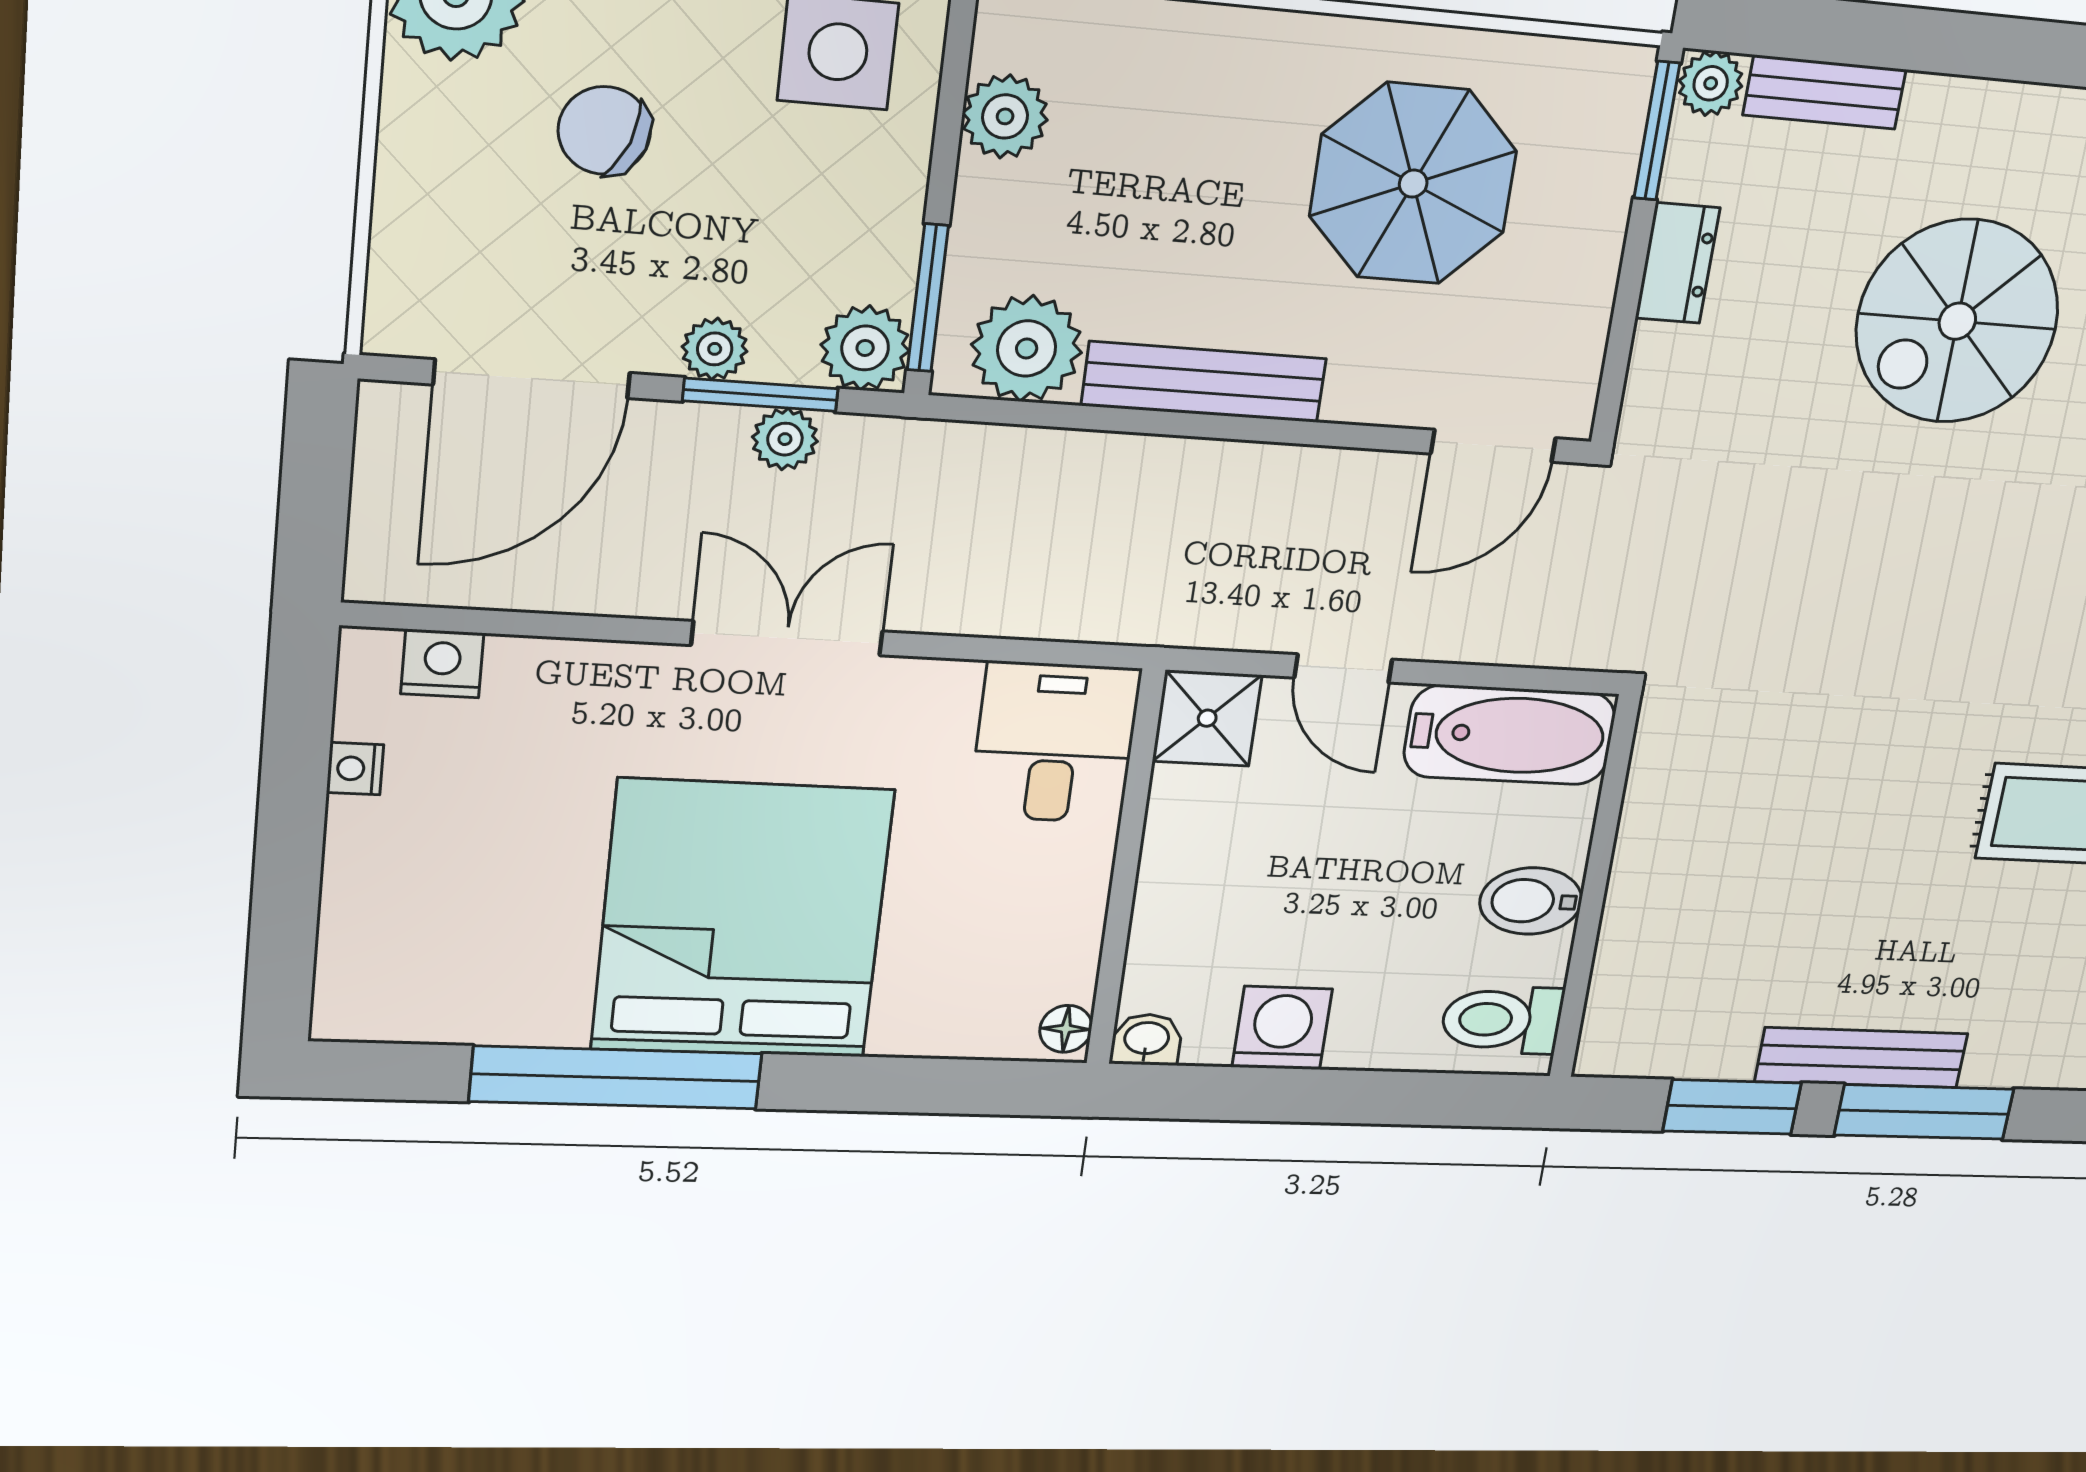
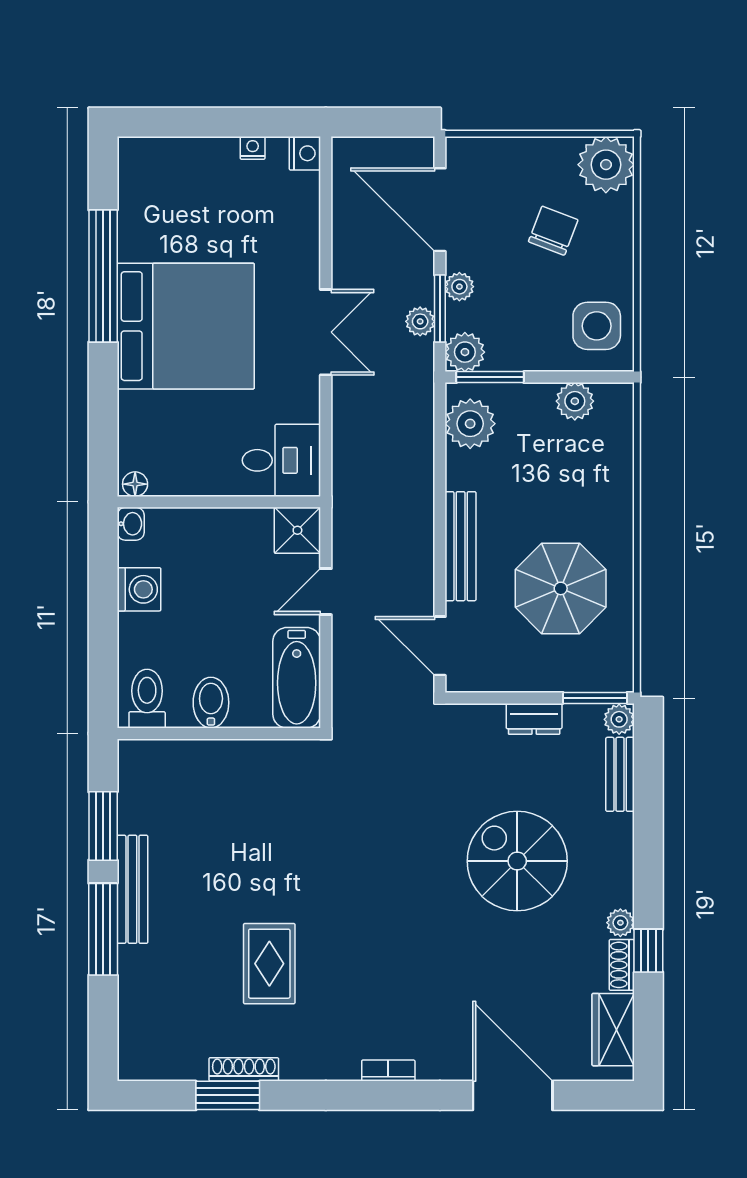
bench: (1204, 382) -> (461, 546), moved
nightstand: (442, 663) -> (305, 153), moved

